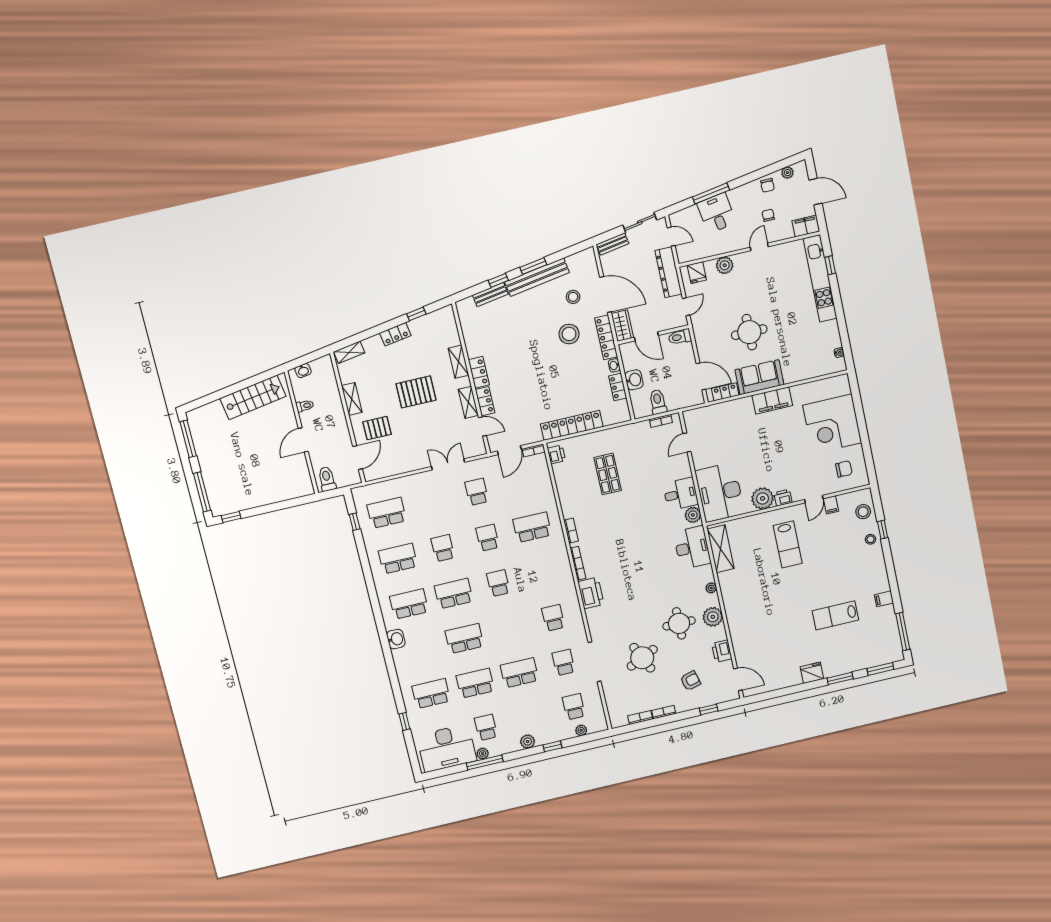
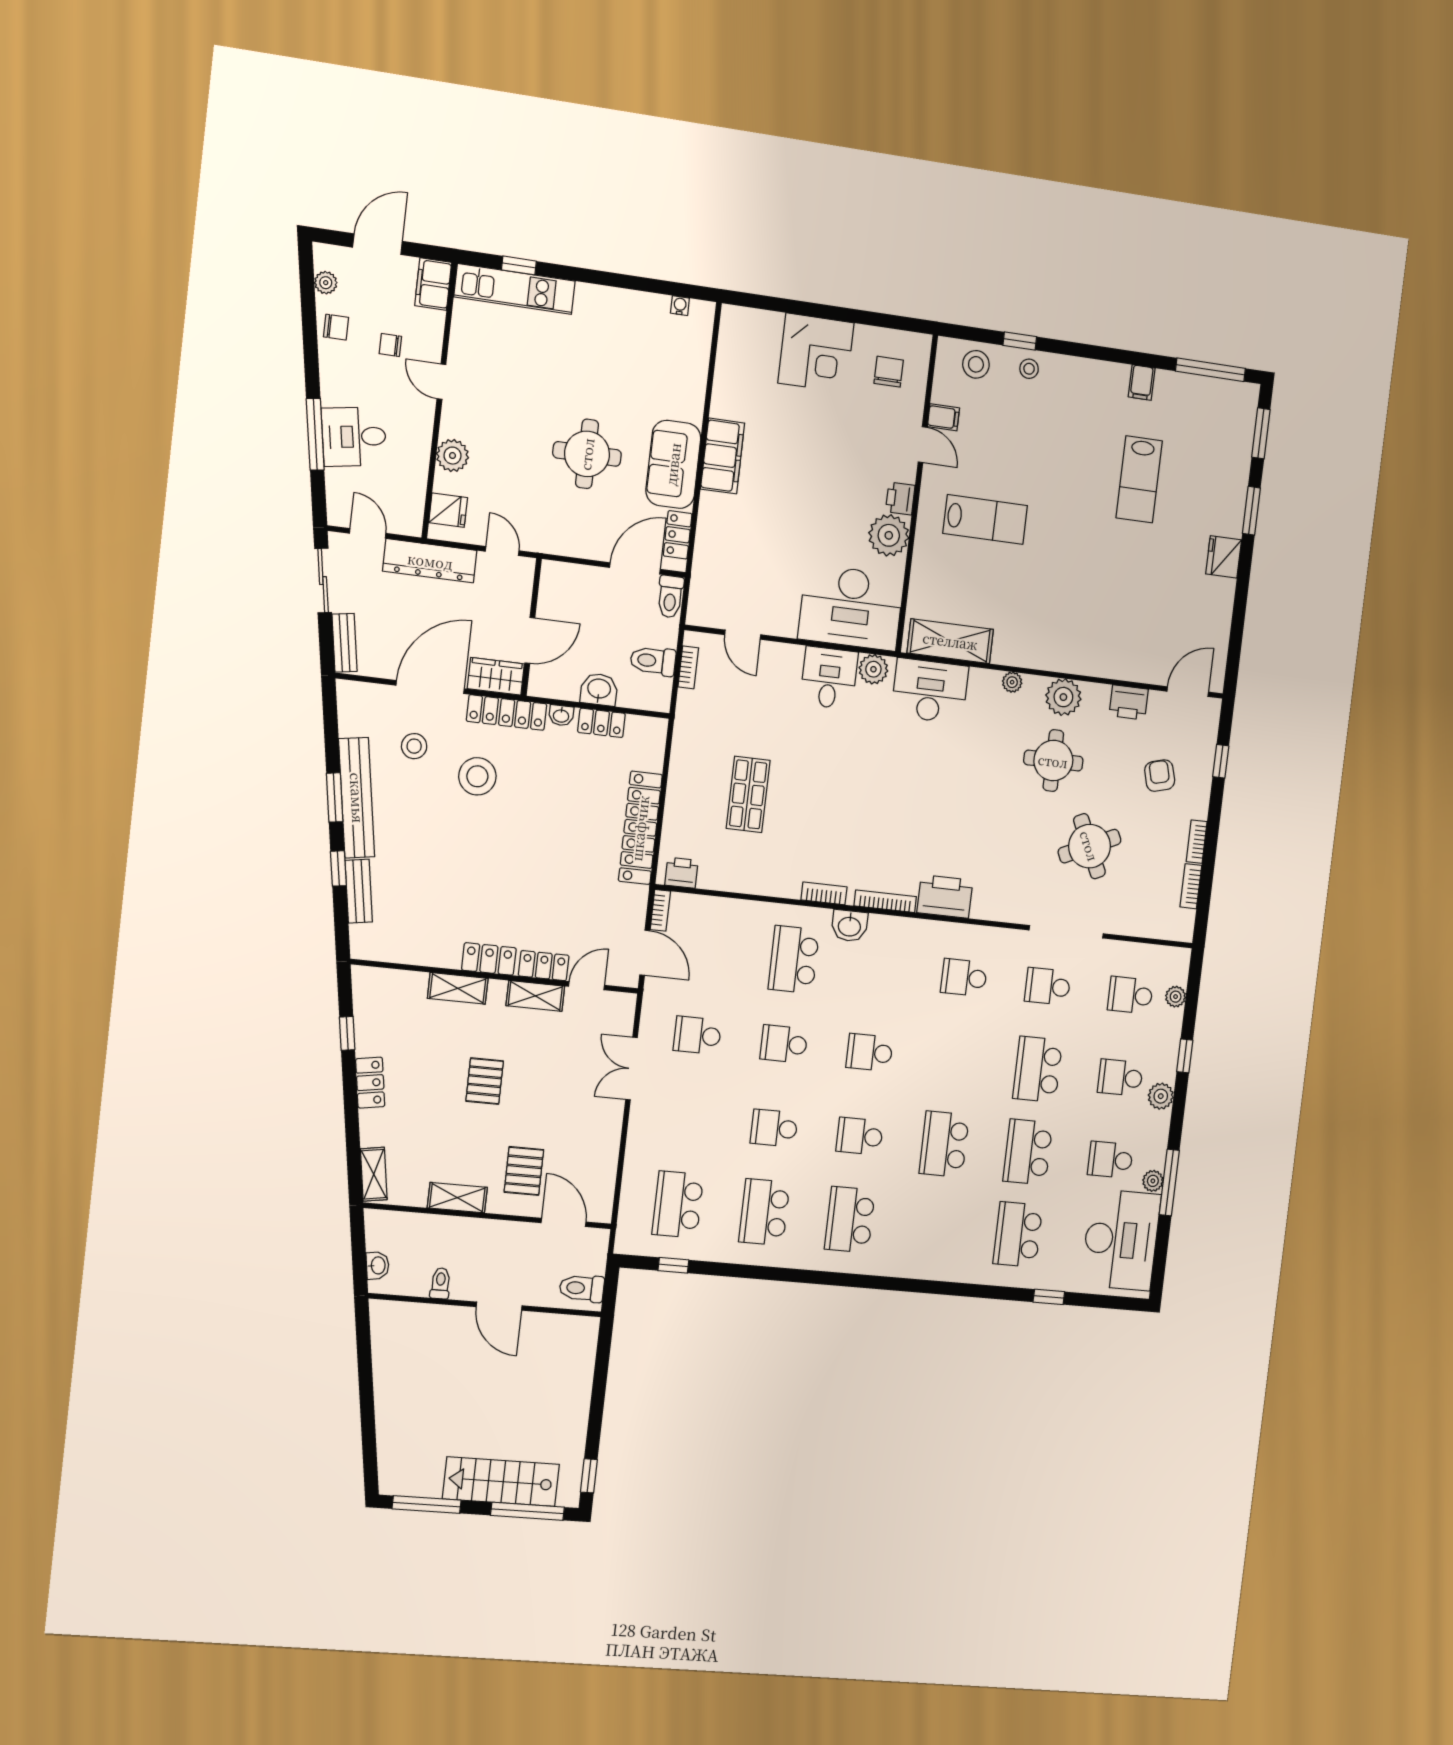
door: (671, 237) -> (368, 533), hinge flipped
kitchen unit: (820, 278) -> (515, 289), width x0.73
toilet: (680, 337) -> (670, 597), moved
pallet: (416, 392) -> (485, 1081), width x0.67, depth x0.71
stairs: (253, 397) -> (501, 1482), moved, turned -81
corner desk: (832, 424) -> (816, 353), width x0.74, depth x0.74
shop shelf: (608, 474) -> (748, 794), turned 90
school desk: (454, 594) -> (860, 1136), width x0.54
washbasin: (396, 639) -> (849, 926), moved, turned 180
school desk: (530, 717) -> (1120, 1078), added

